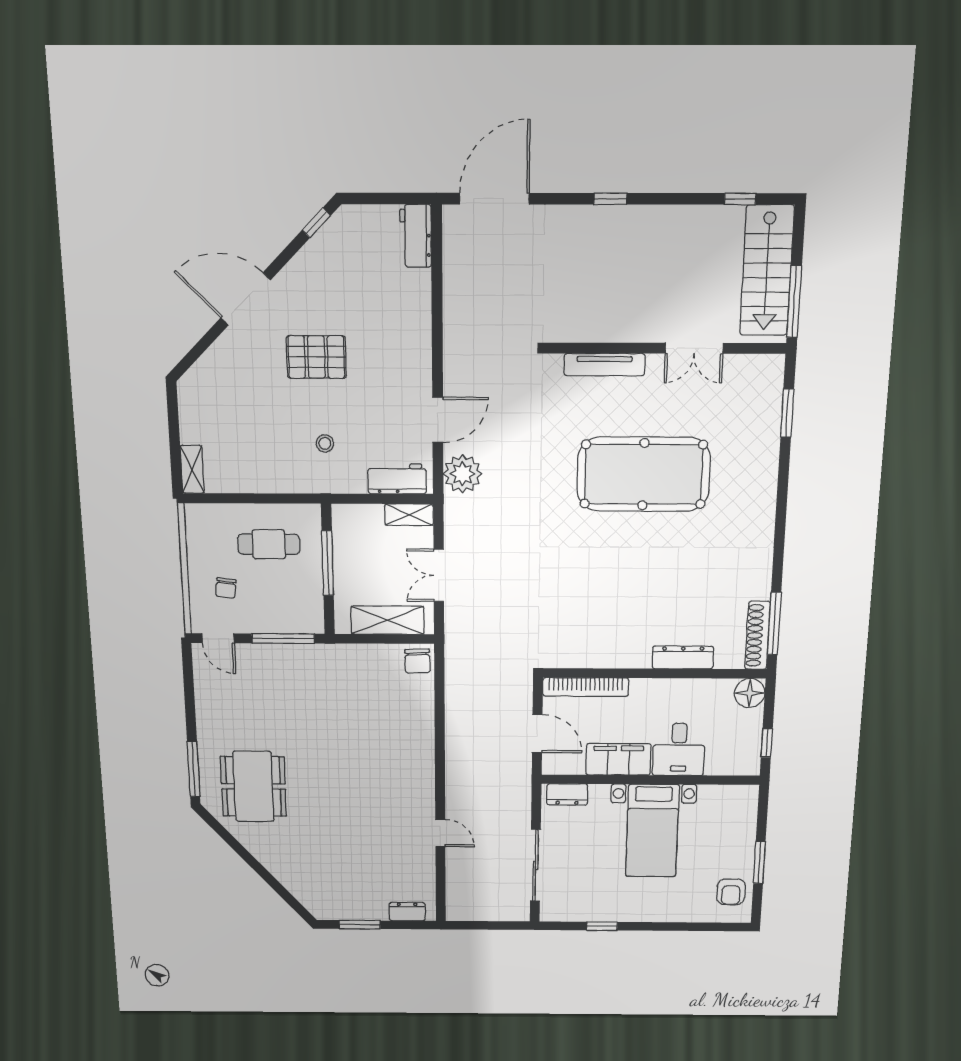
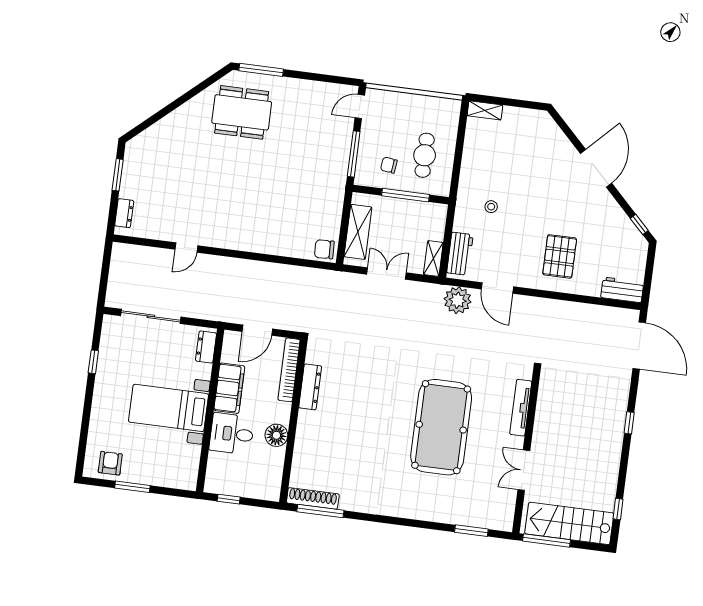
pallet: (316, 357) -> (560, 256), moved
chair: (226, 588) -> (389, 165), moved
dresser: (683, 657) -> (310, 387), moved
floor lamp: (750, 693) -> (276, 435), moved
armchair: (731, 892) -> (110, 463), turned 90

